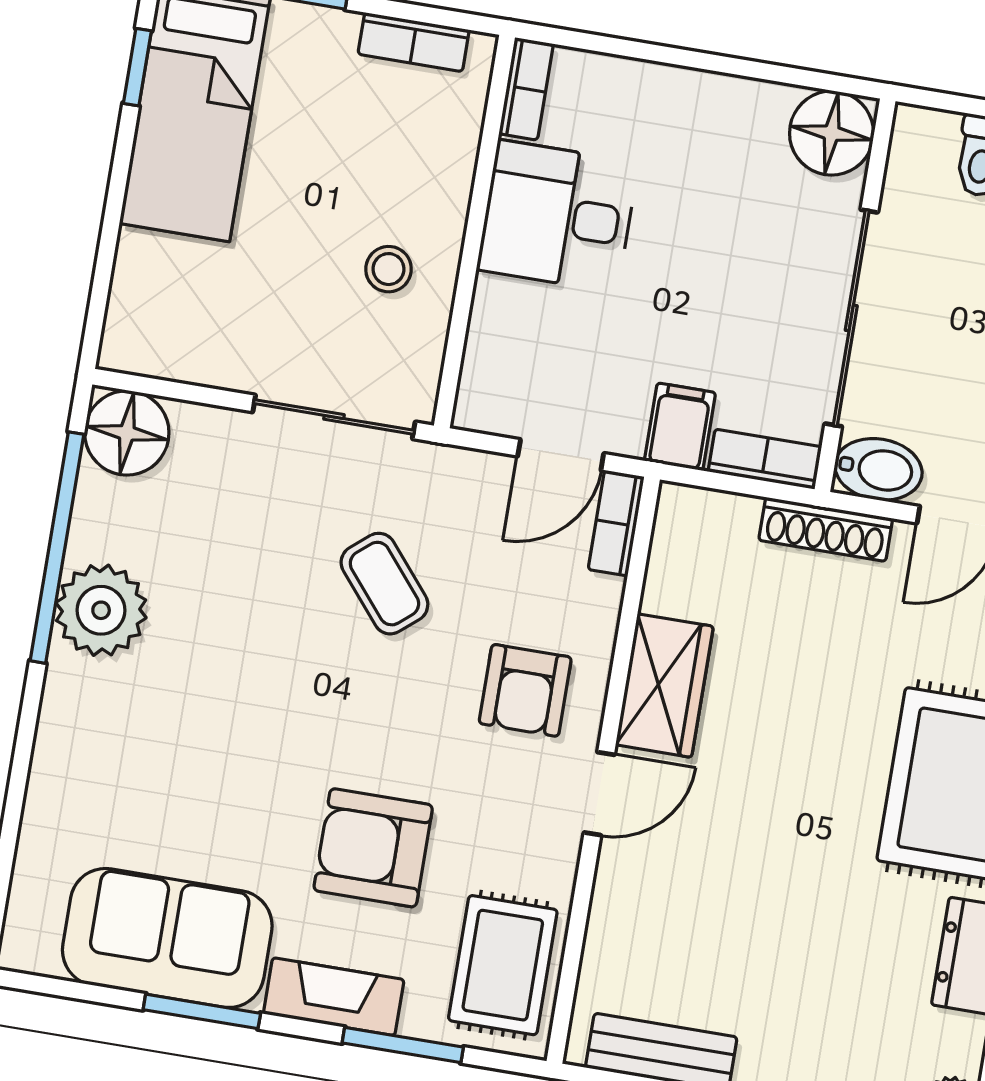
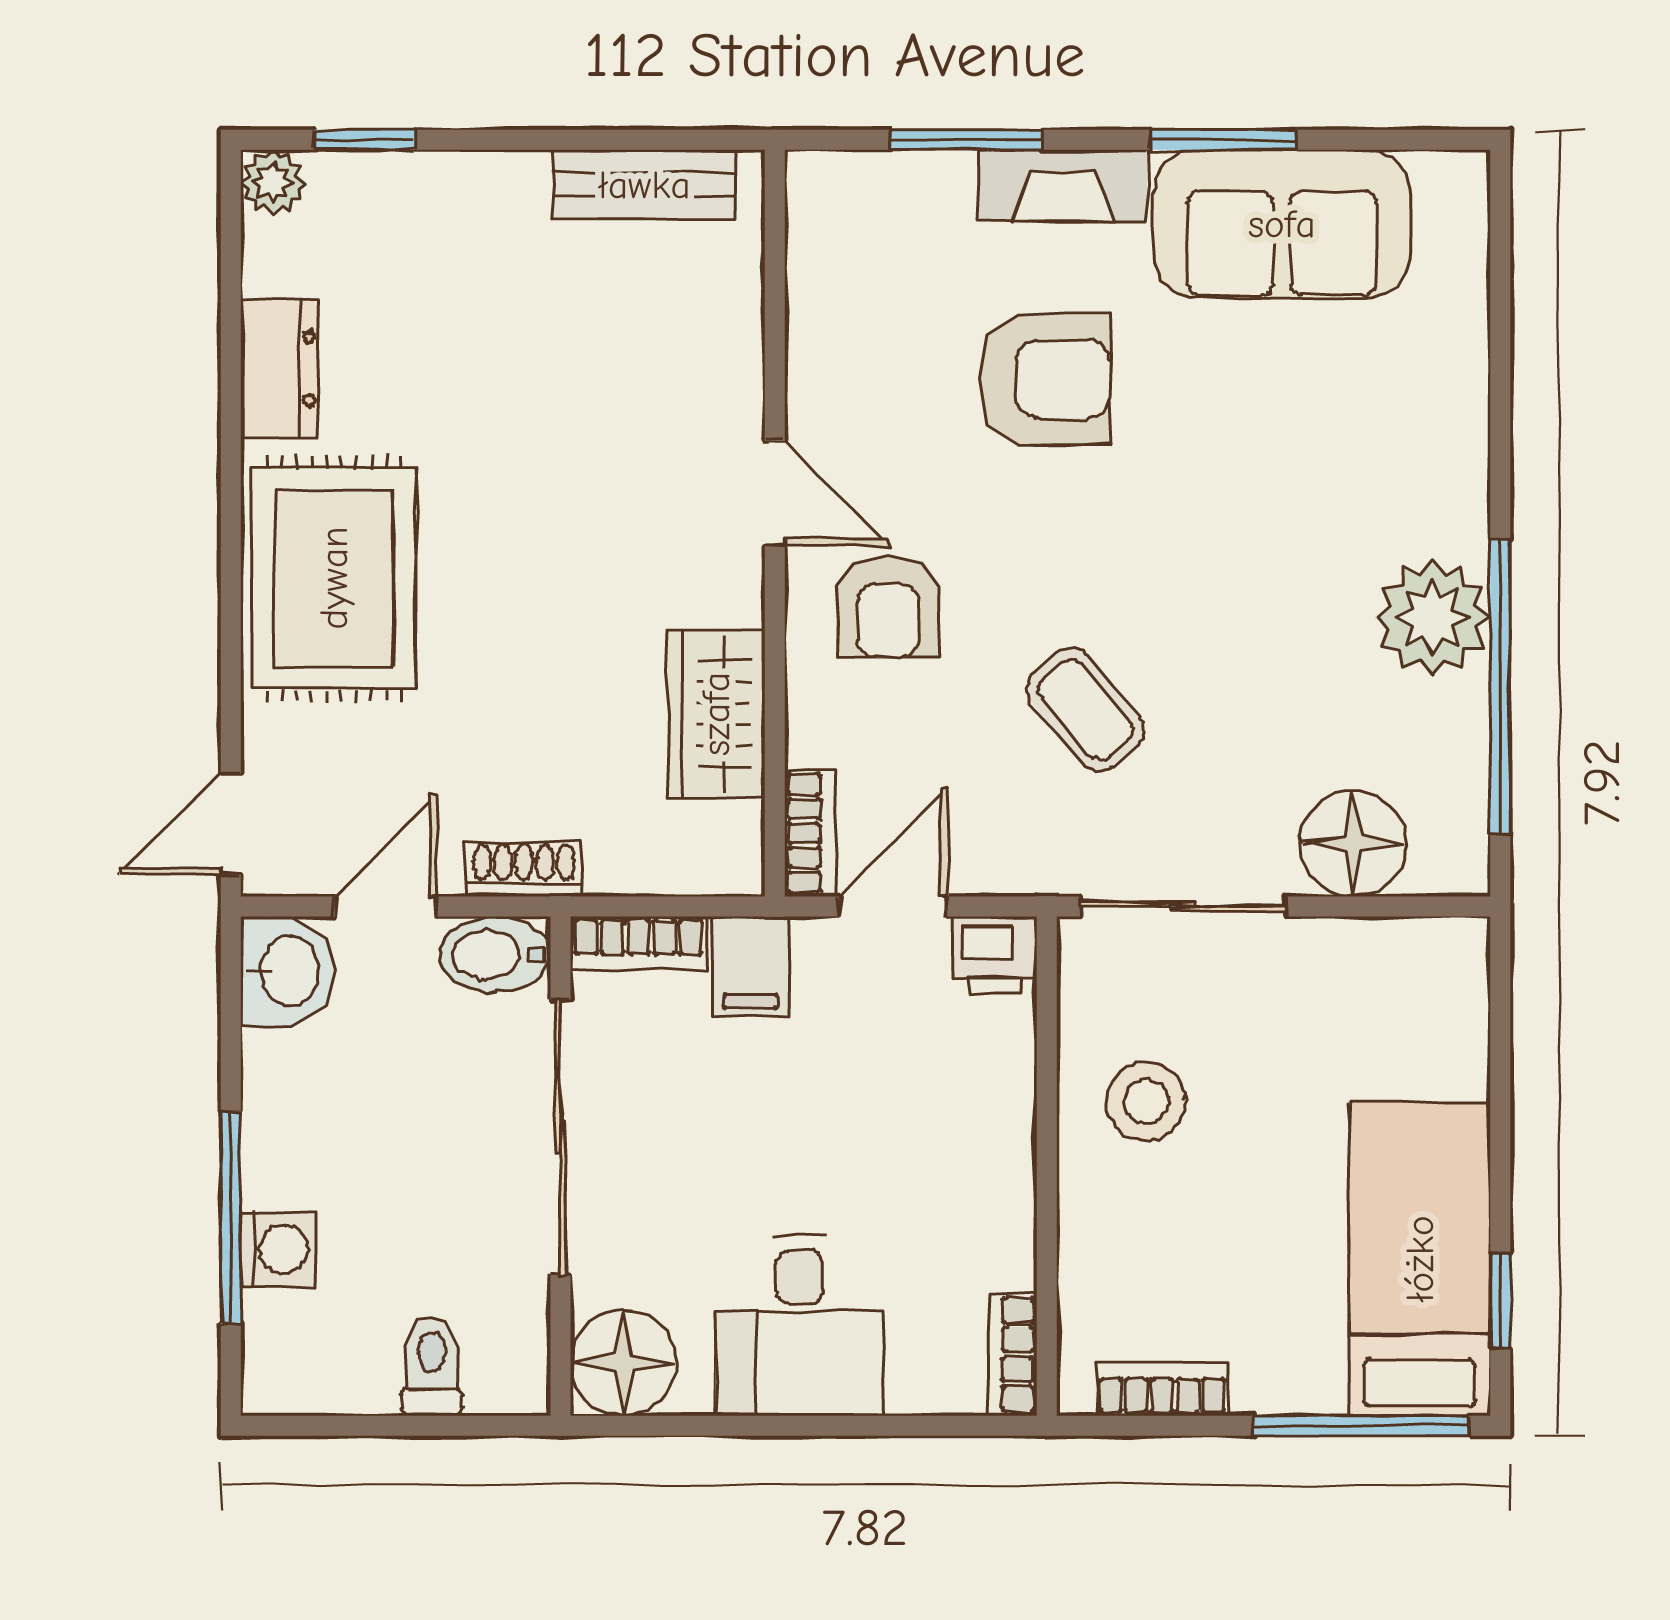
desk: (558, 216) -> (799, 1326), moved, turned 90
stool: (389, 269) -> (1146, 1102), width x1.37, depth x1.37
printer: (488, 404) -> (994, 955), added
floor lamp: (127, 433) -> (1353, 843), moved
shoe rack: (826, 529) -> (524, 869), width x0.70
wardrobe: (664, 686) -> (716, 714), moved
armchair: (525, 690) -> (888, 606), turned 180
door: (599, 794) -> (775, 493), swing flipped
rug: (503, 965) -> (859, 260), removed

